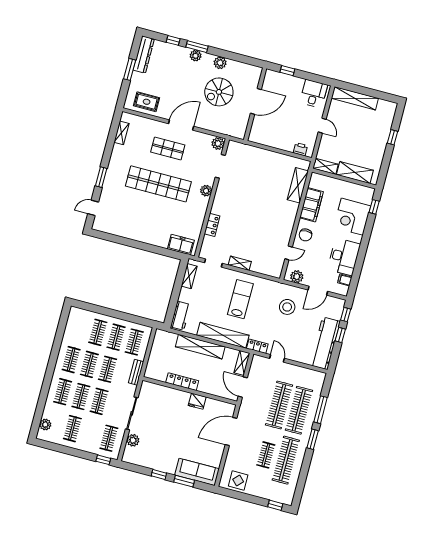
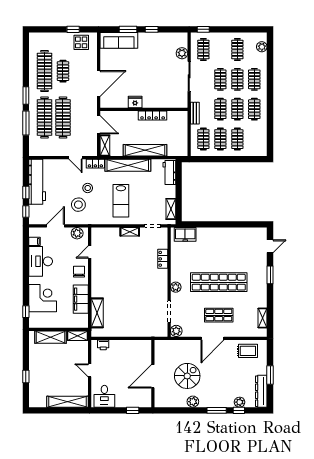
plant: (196, 56) -> (240, 402), moved
stool: (273, 322) -> (88, 188), added
window: (275, 505) -> (73, 29), moved

